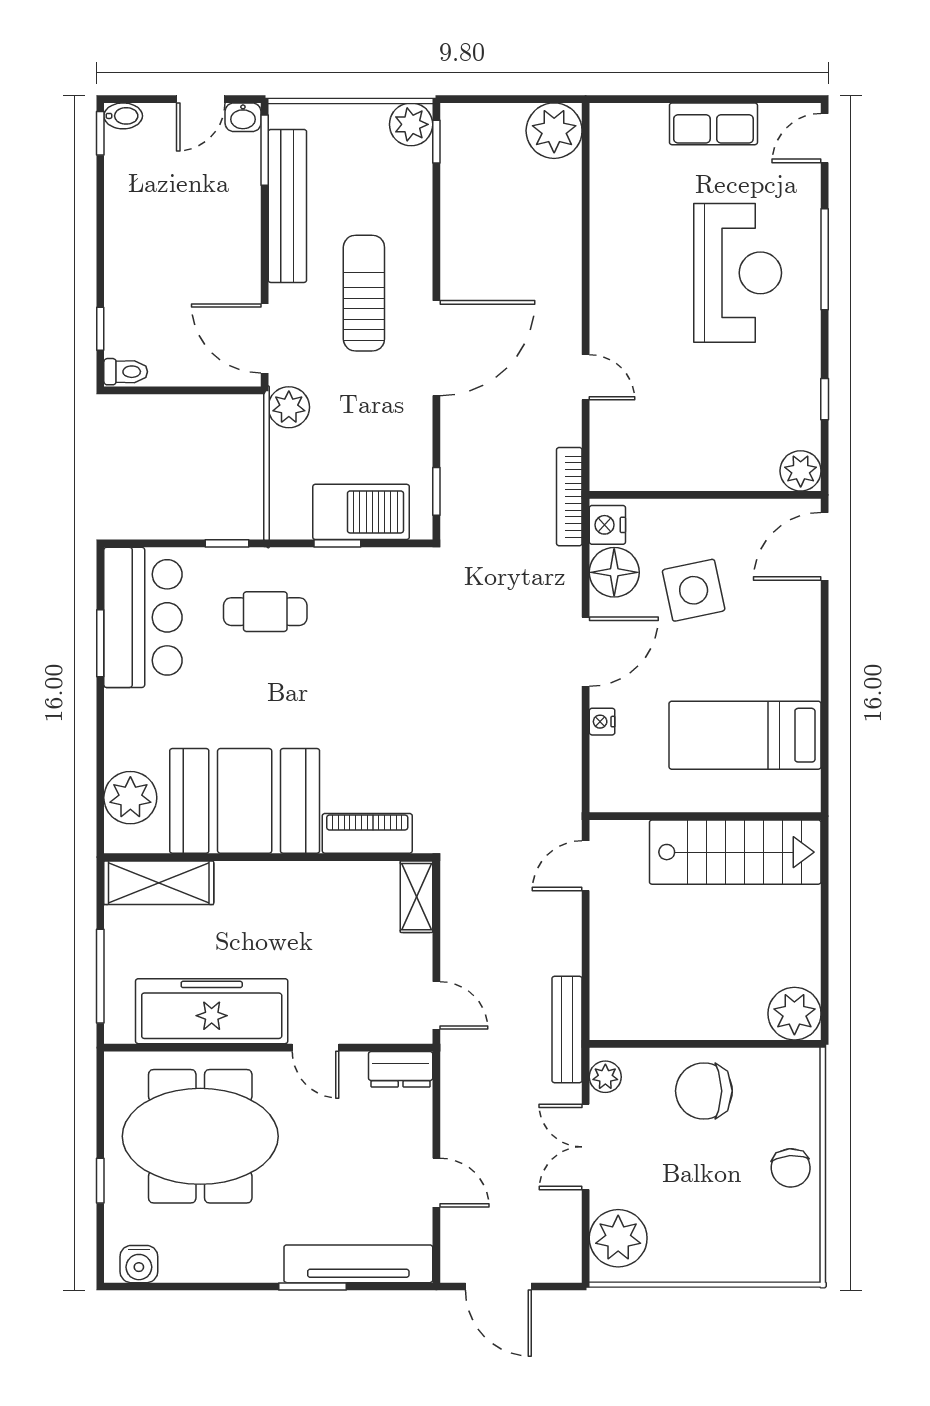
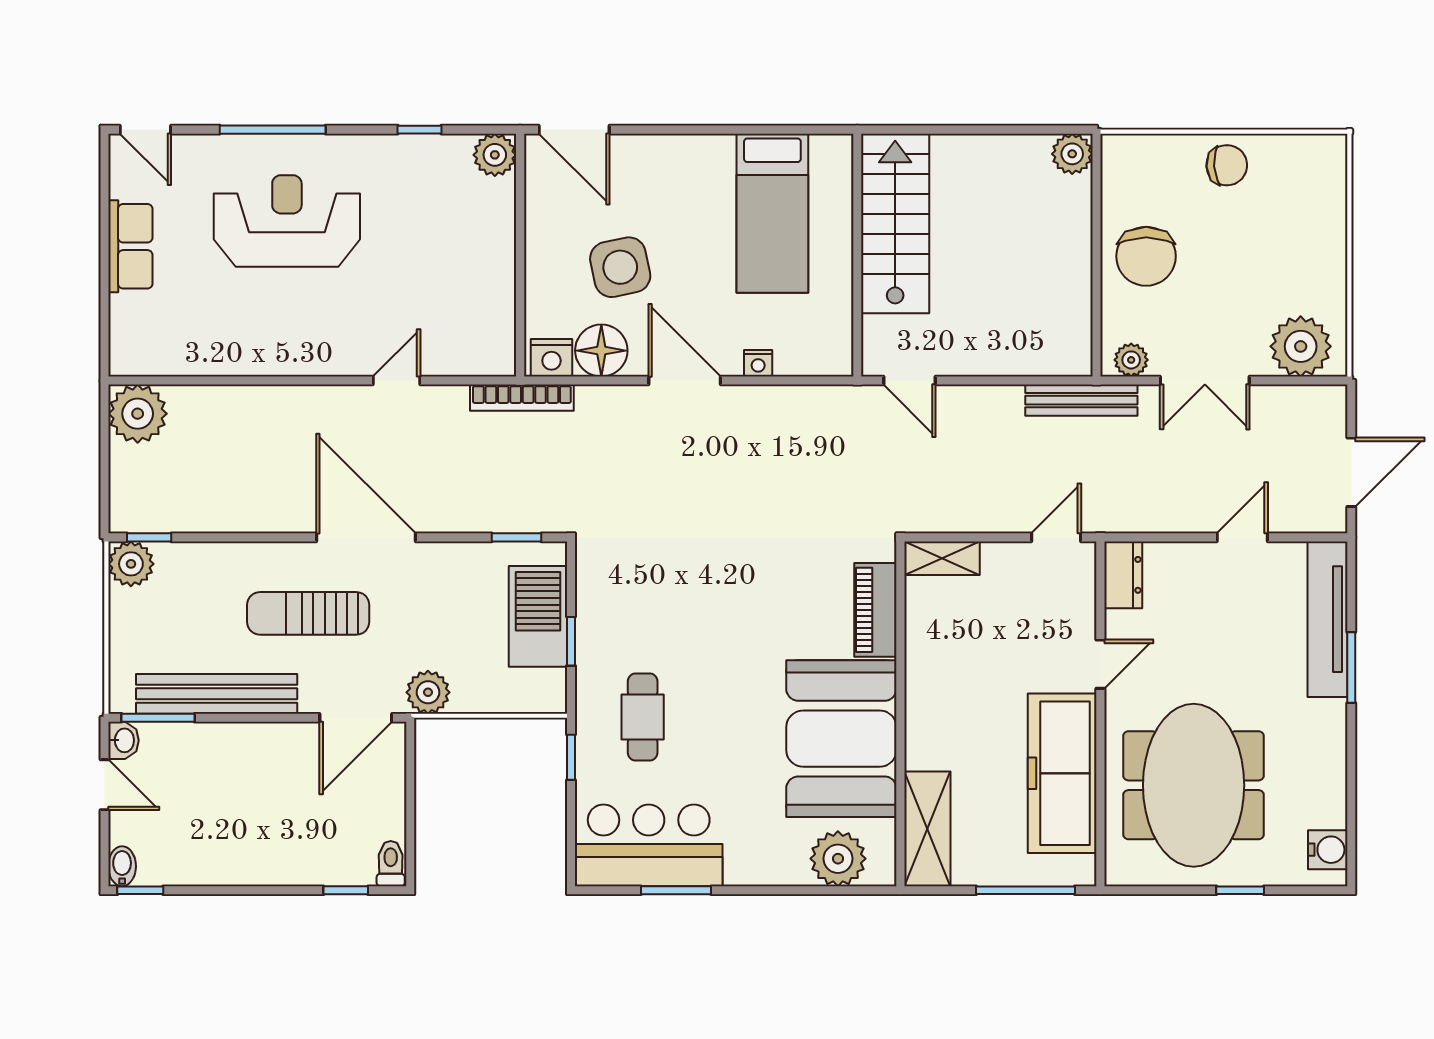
plant: (794, 1014) -> (1072, 154), width x0.73, depth x0.73

